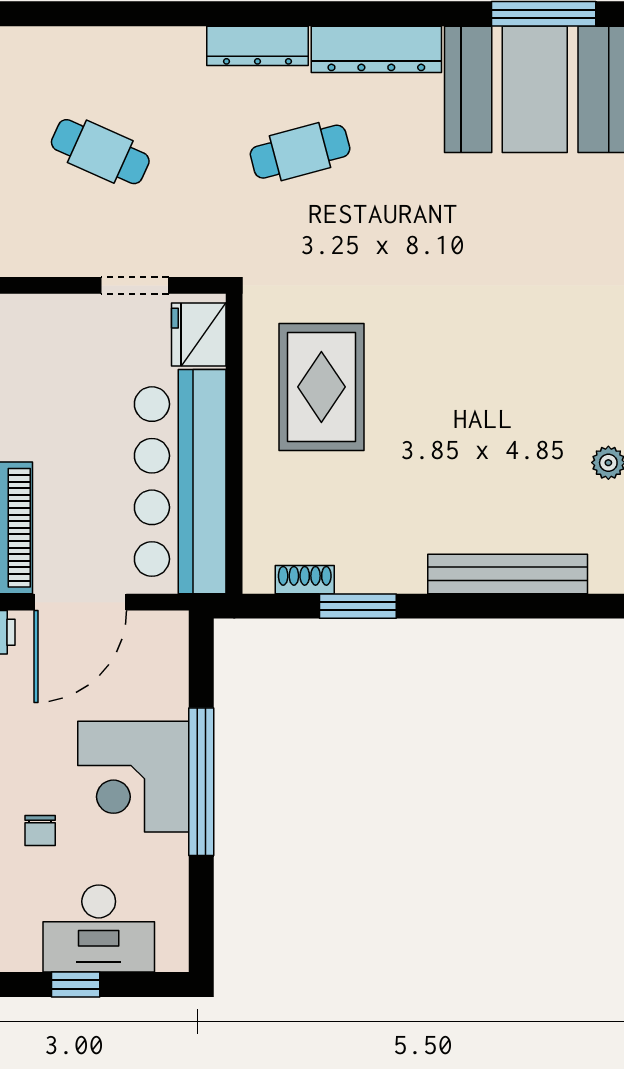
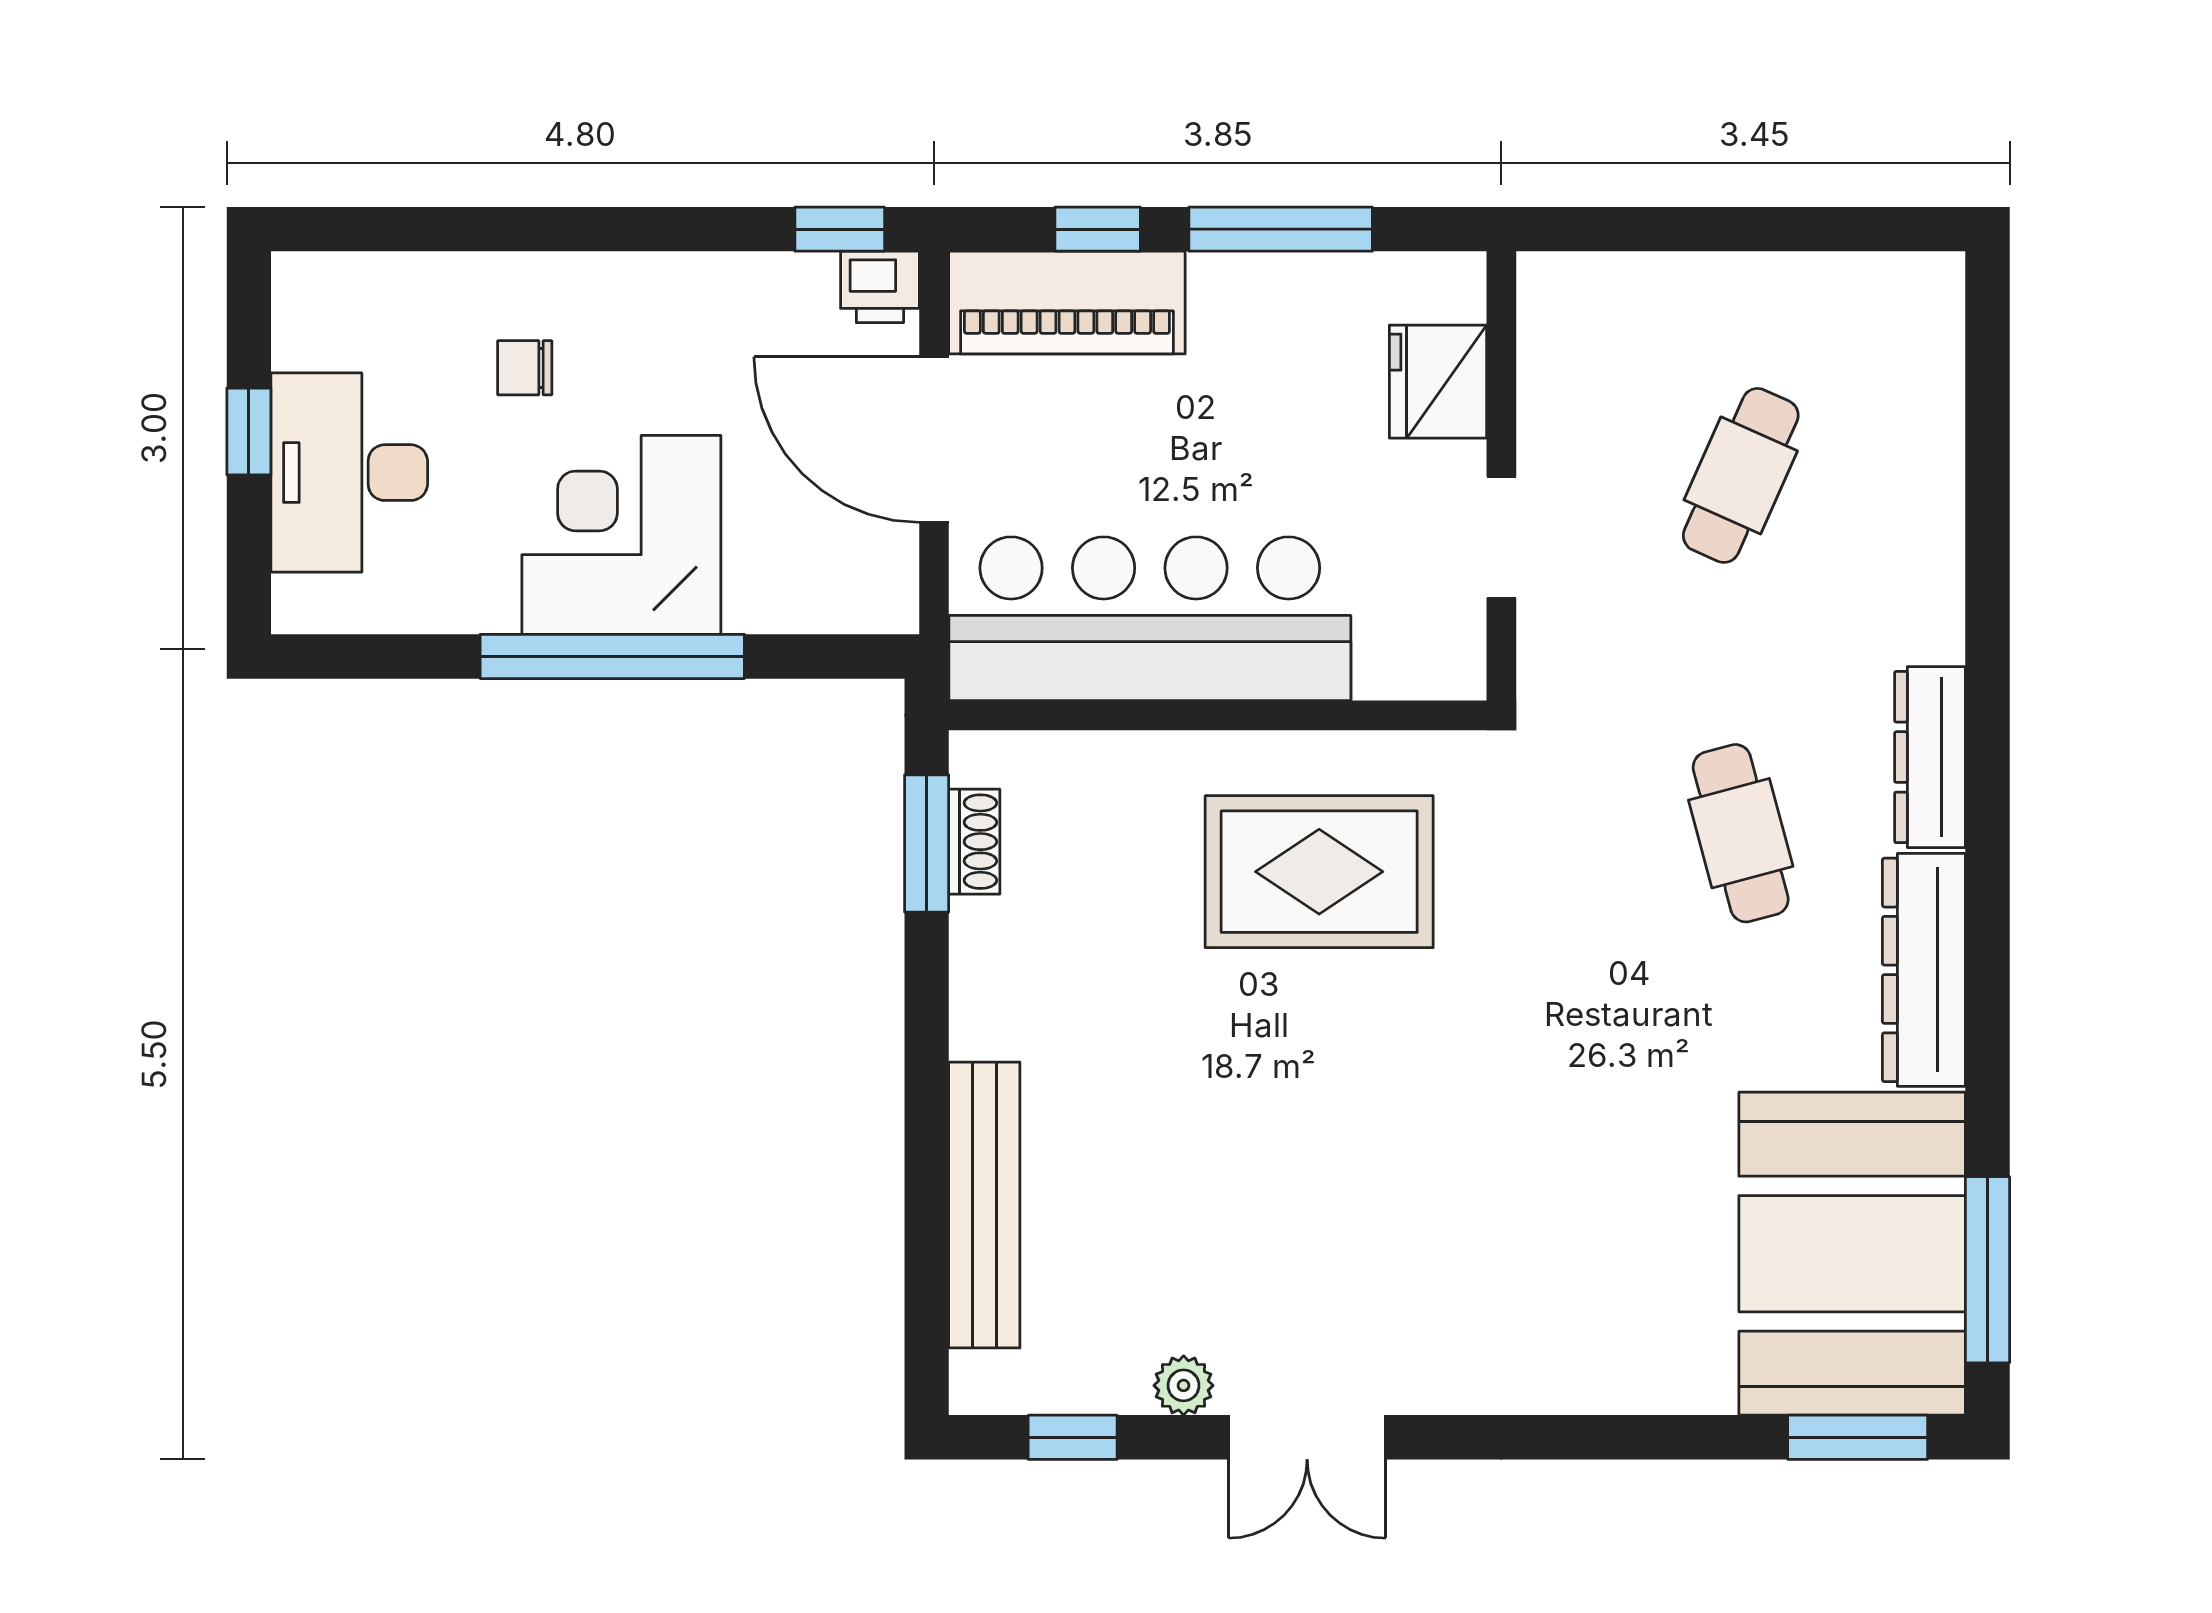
fridge: (199, 334) -> (1438, 382), moved, turned -90
window: (358, 606) -> (927, 843), moved

